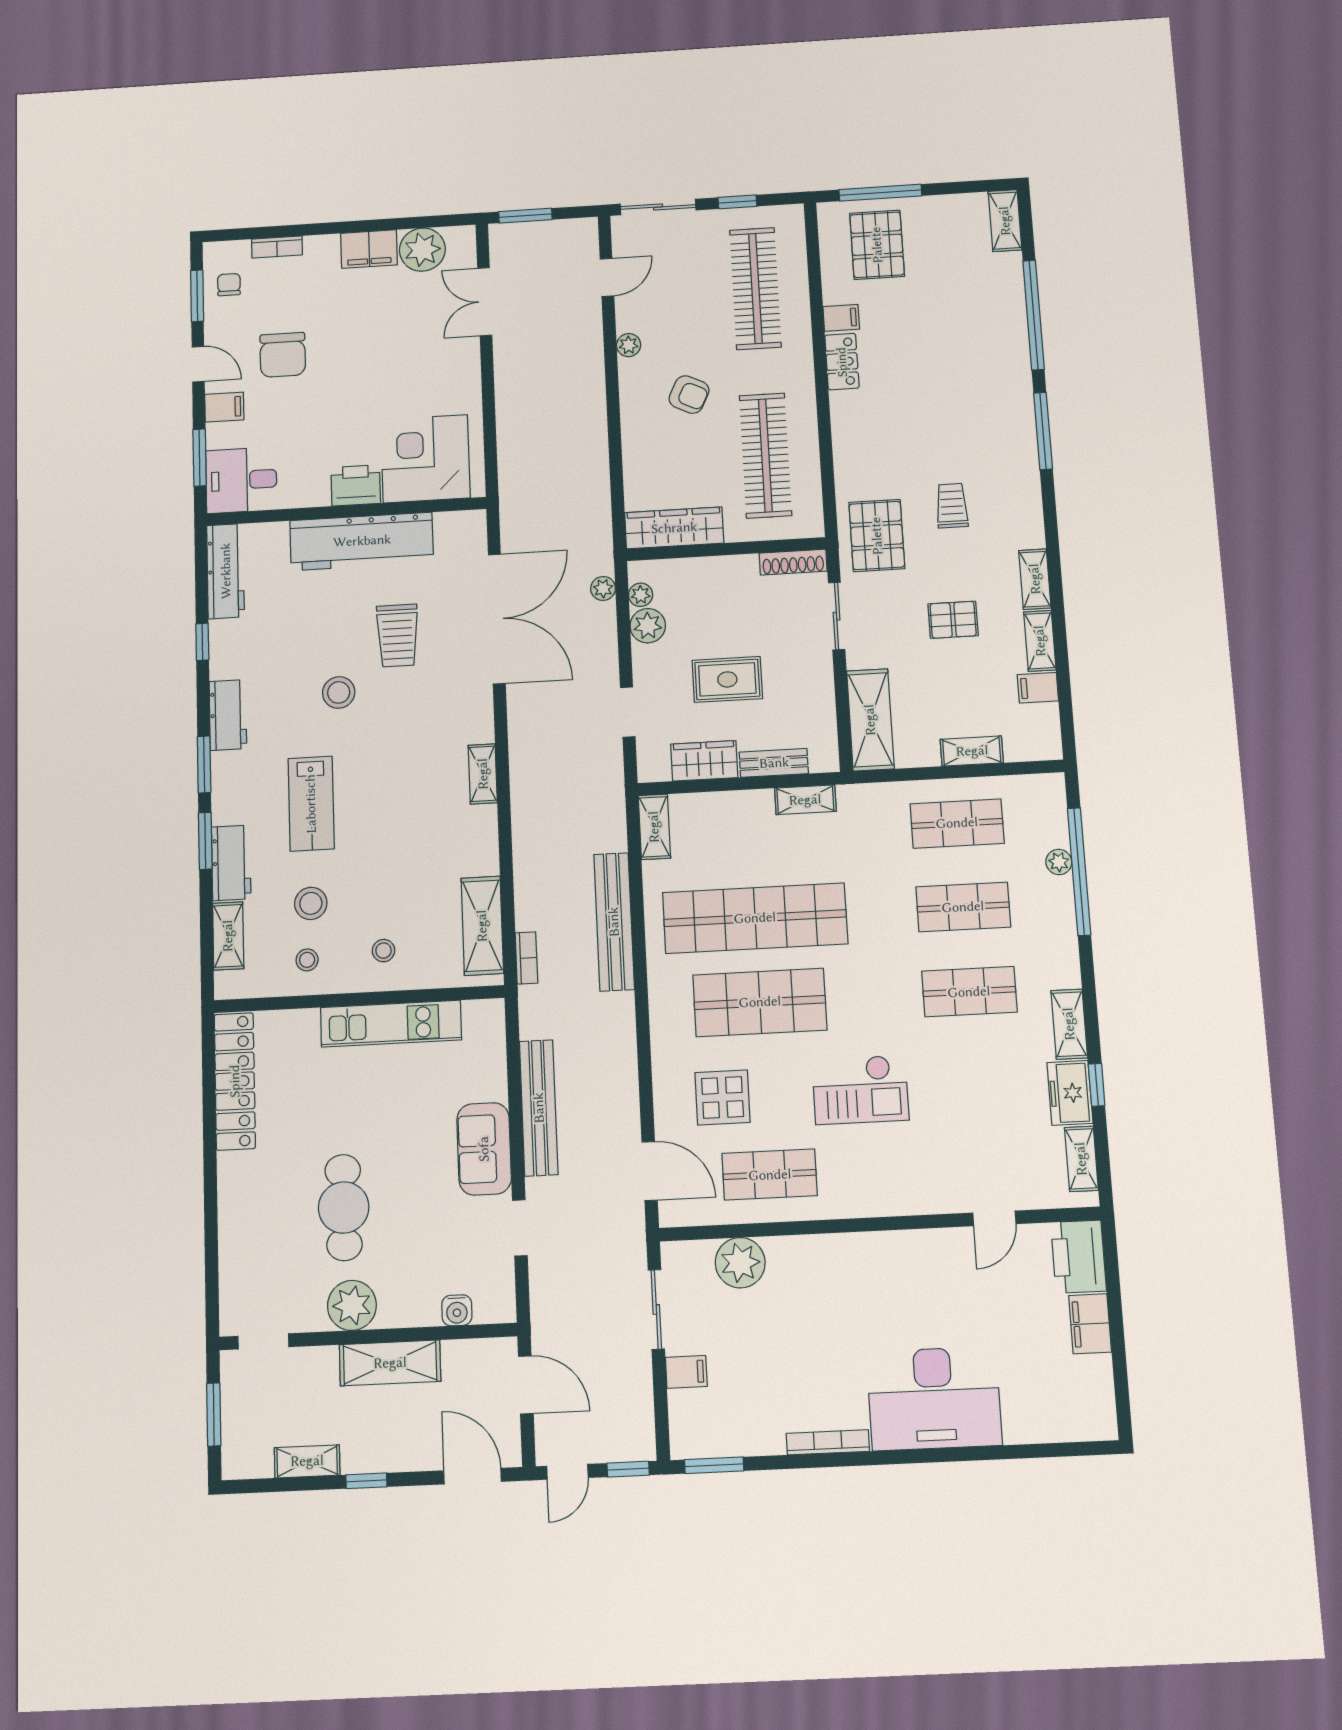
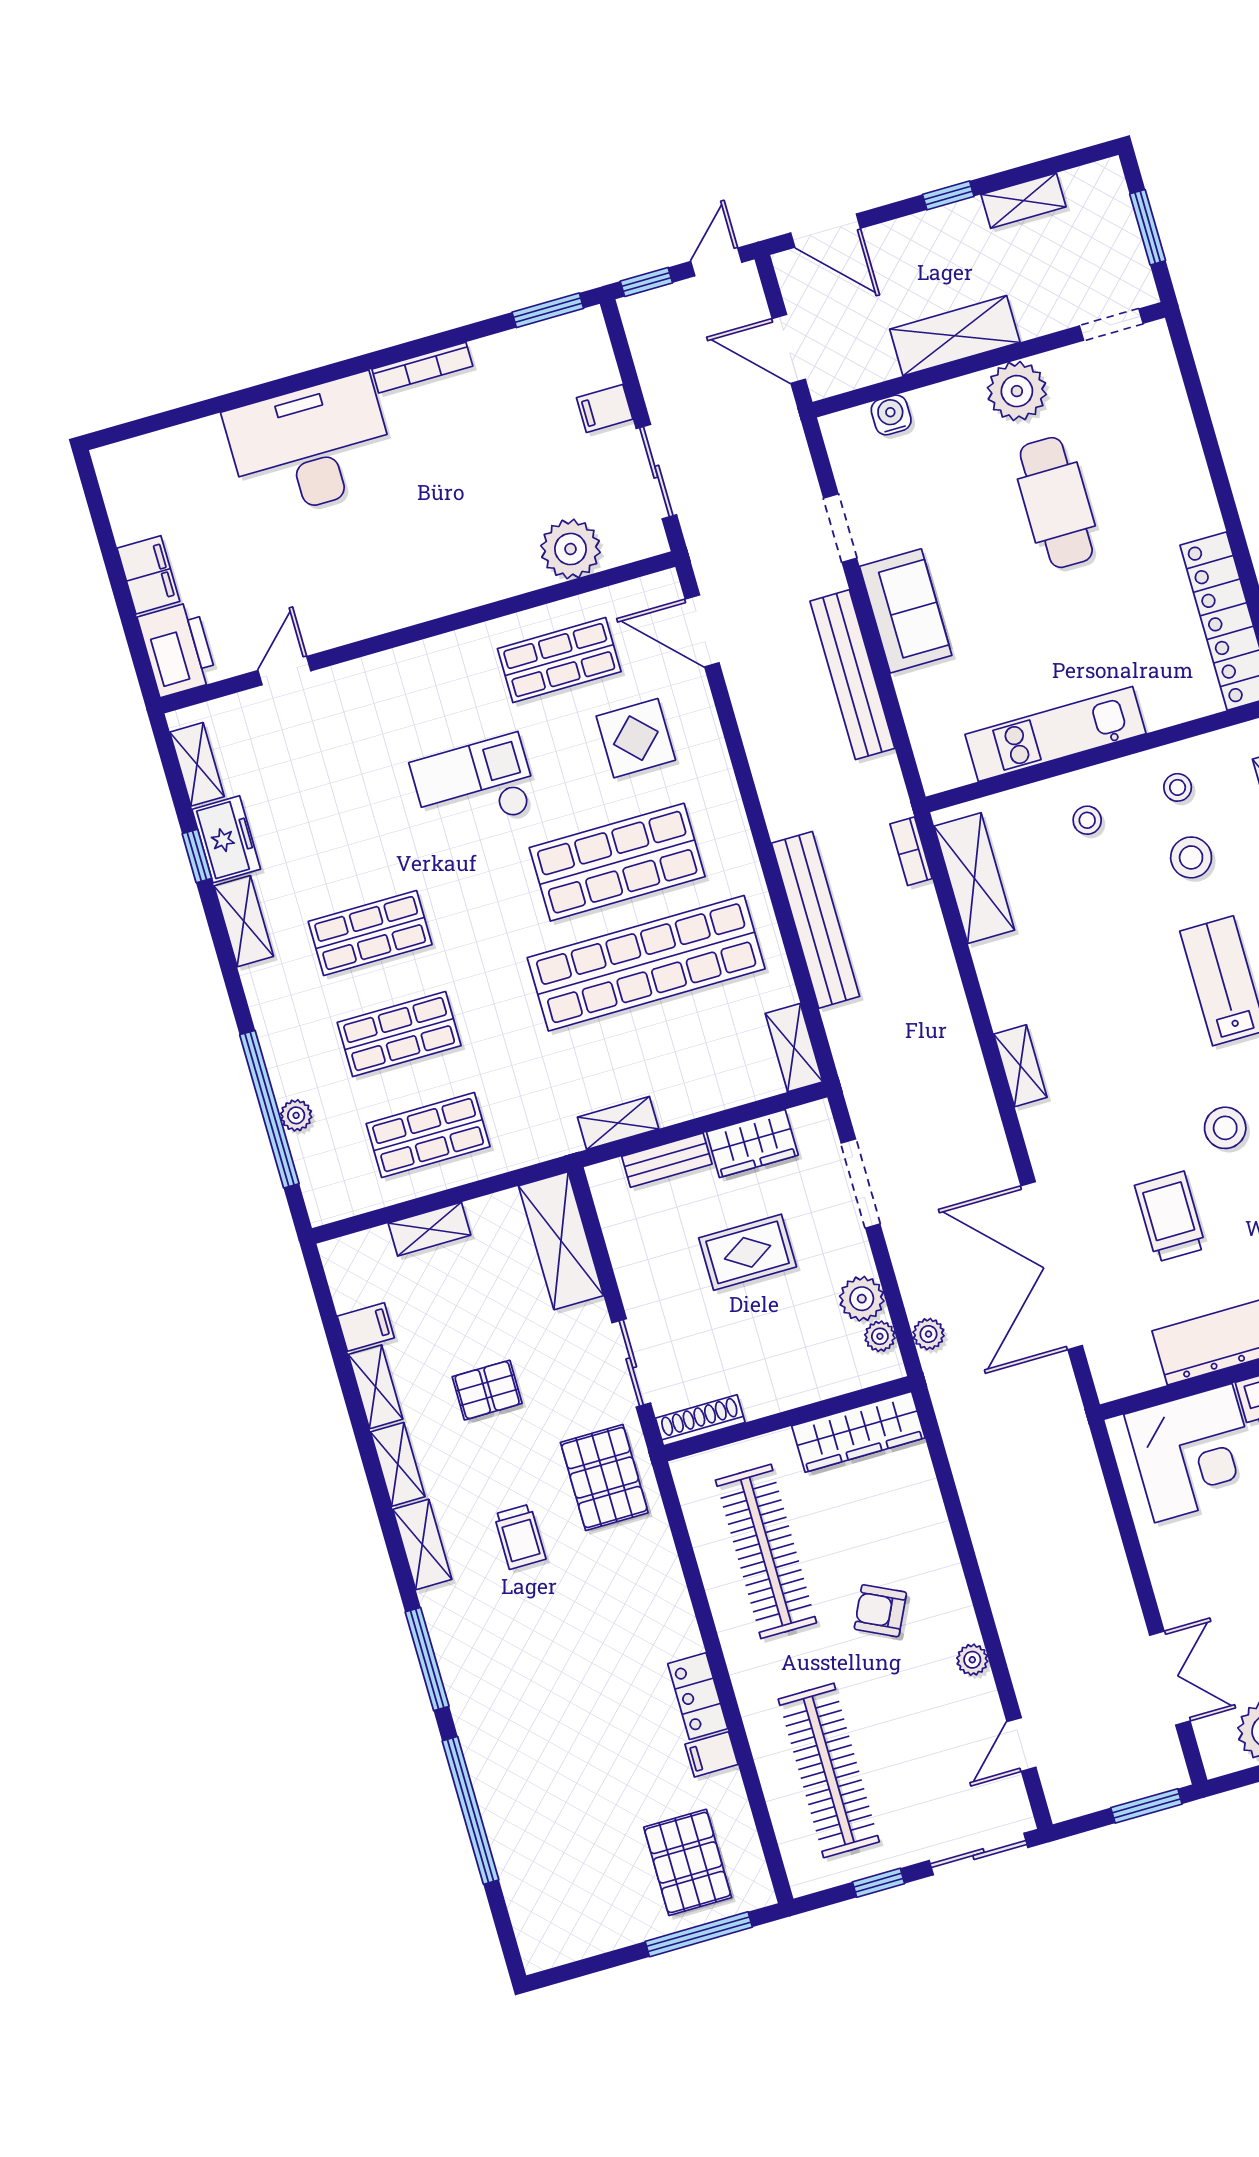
shelving: (1005, 221) -> (422, 1544), moved
doorway: (628, 712) -> (861, 1184), width x1.38

